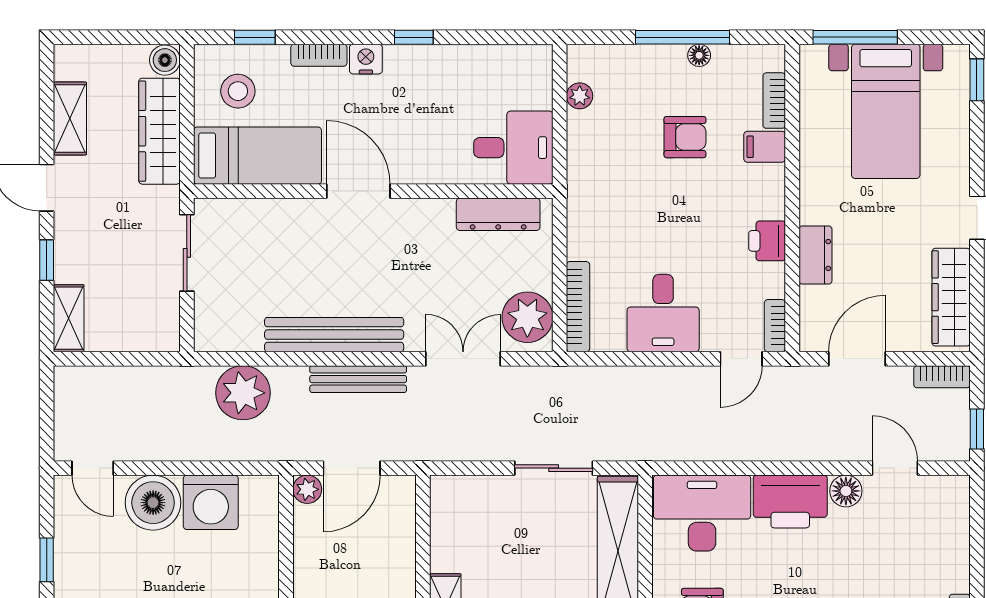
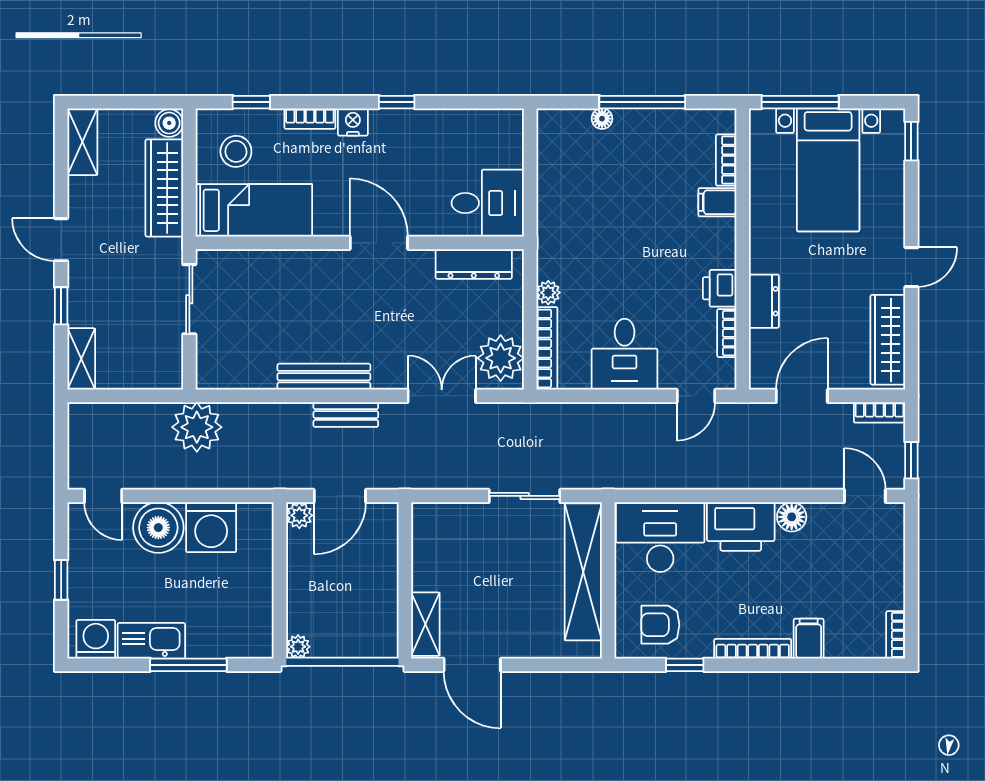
floor lamp: (699, 55) -> (602, 119), moved
plant: (580, 96) -> (548, 293), moved
shelving: (70, 118) -> (82, 142), moved
armchair: (685, 137) -> (645, 193), removed
door: (358, 191) -> (379, 243), moved
bookcase: (775, 326) -> (727, 333), moved
bench: (334, 335) -> (324, 377), width x0.73, depth x0.82
bench: (358, 379) -> (346, 415), width x0.73
plant: (243, 393) -> (197, 427), moved
door: (895, 468) -> (865, 496), moved

